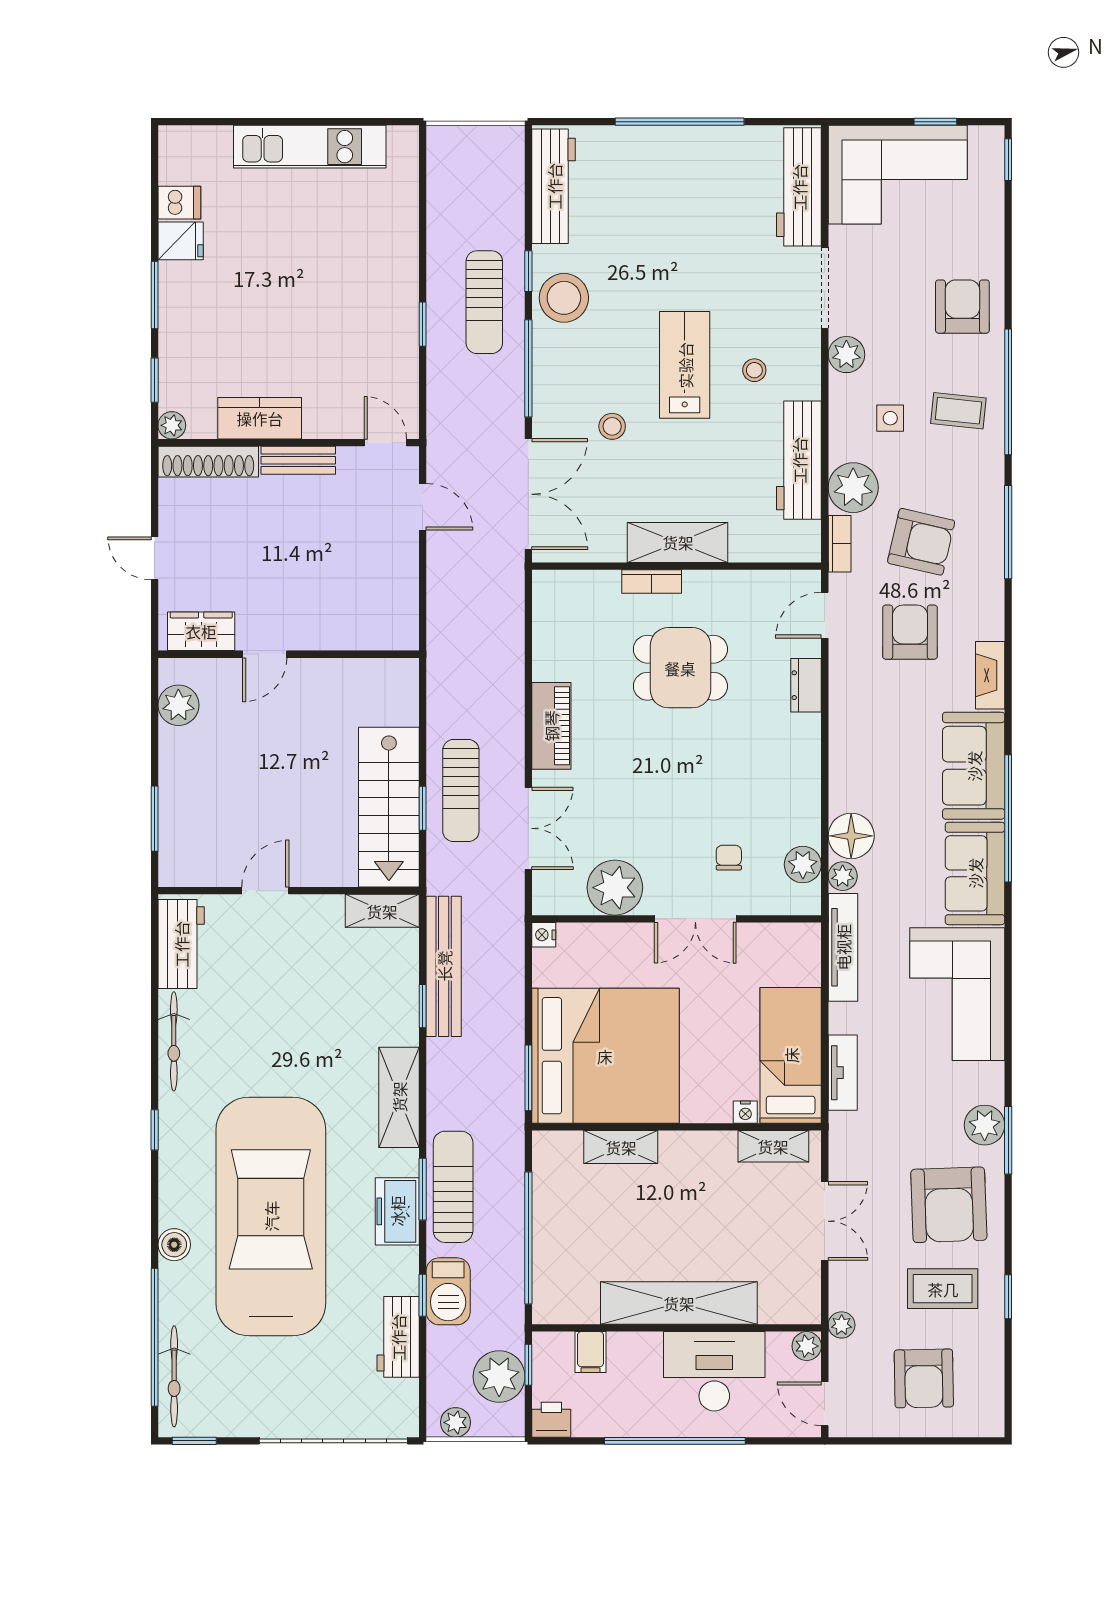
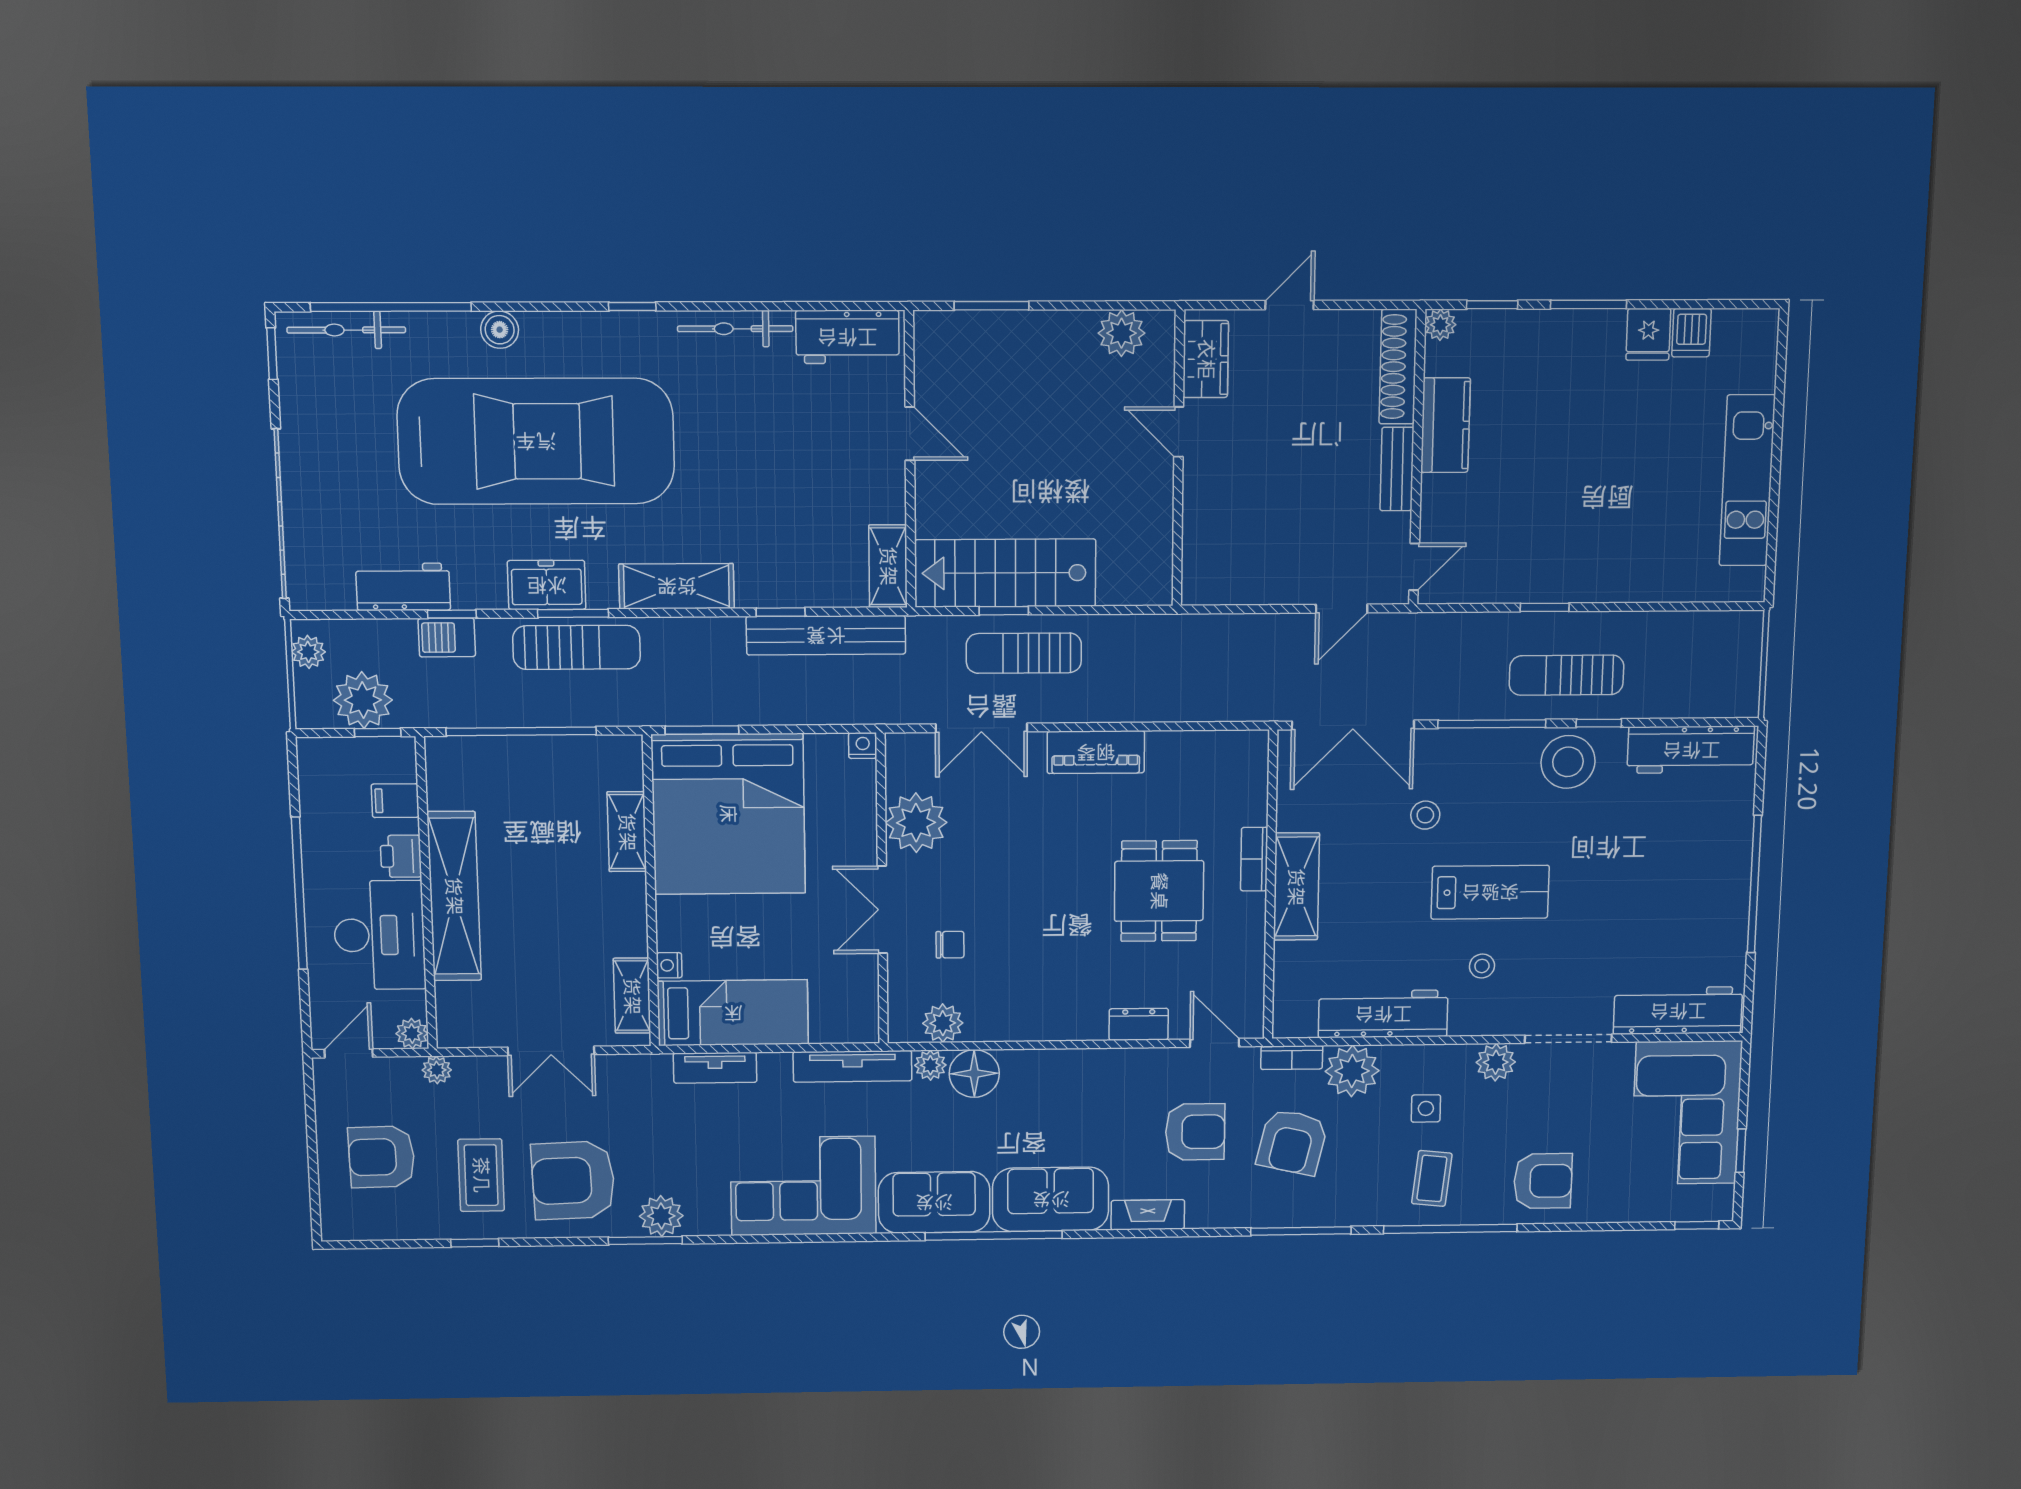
barbecue: (448, 1291) -> (447, 638), width x0.73, depth x0.79
printer: (551, 1420) -> (401, 856), moved, turned 180

